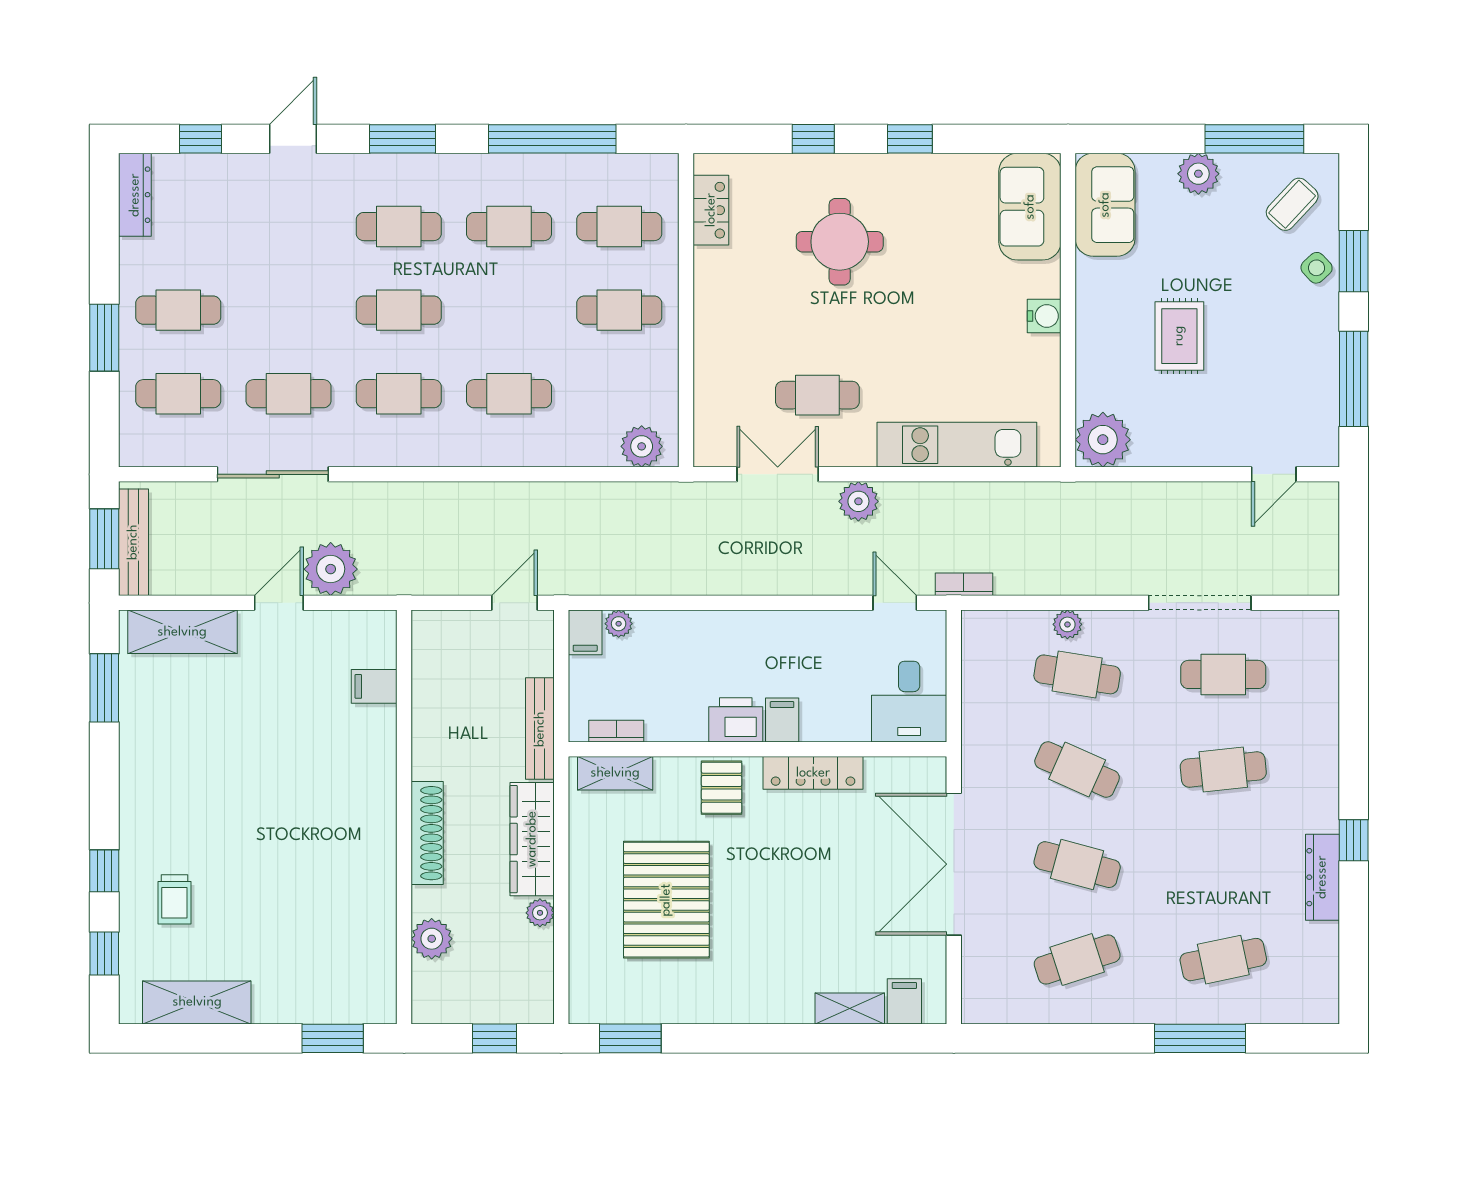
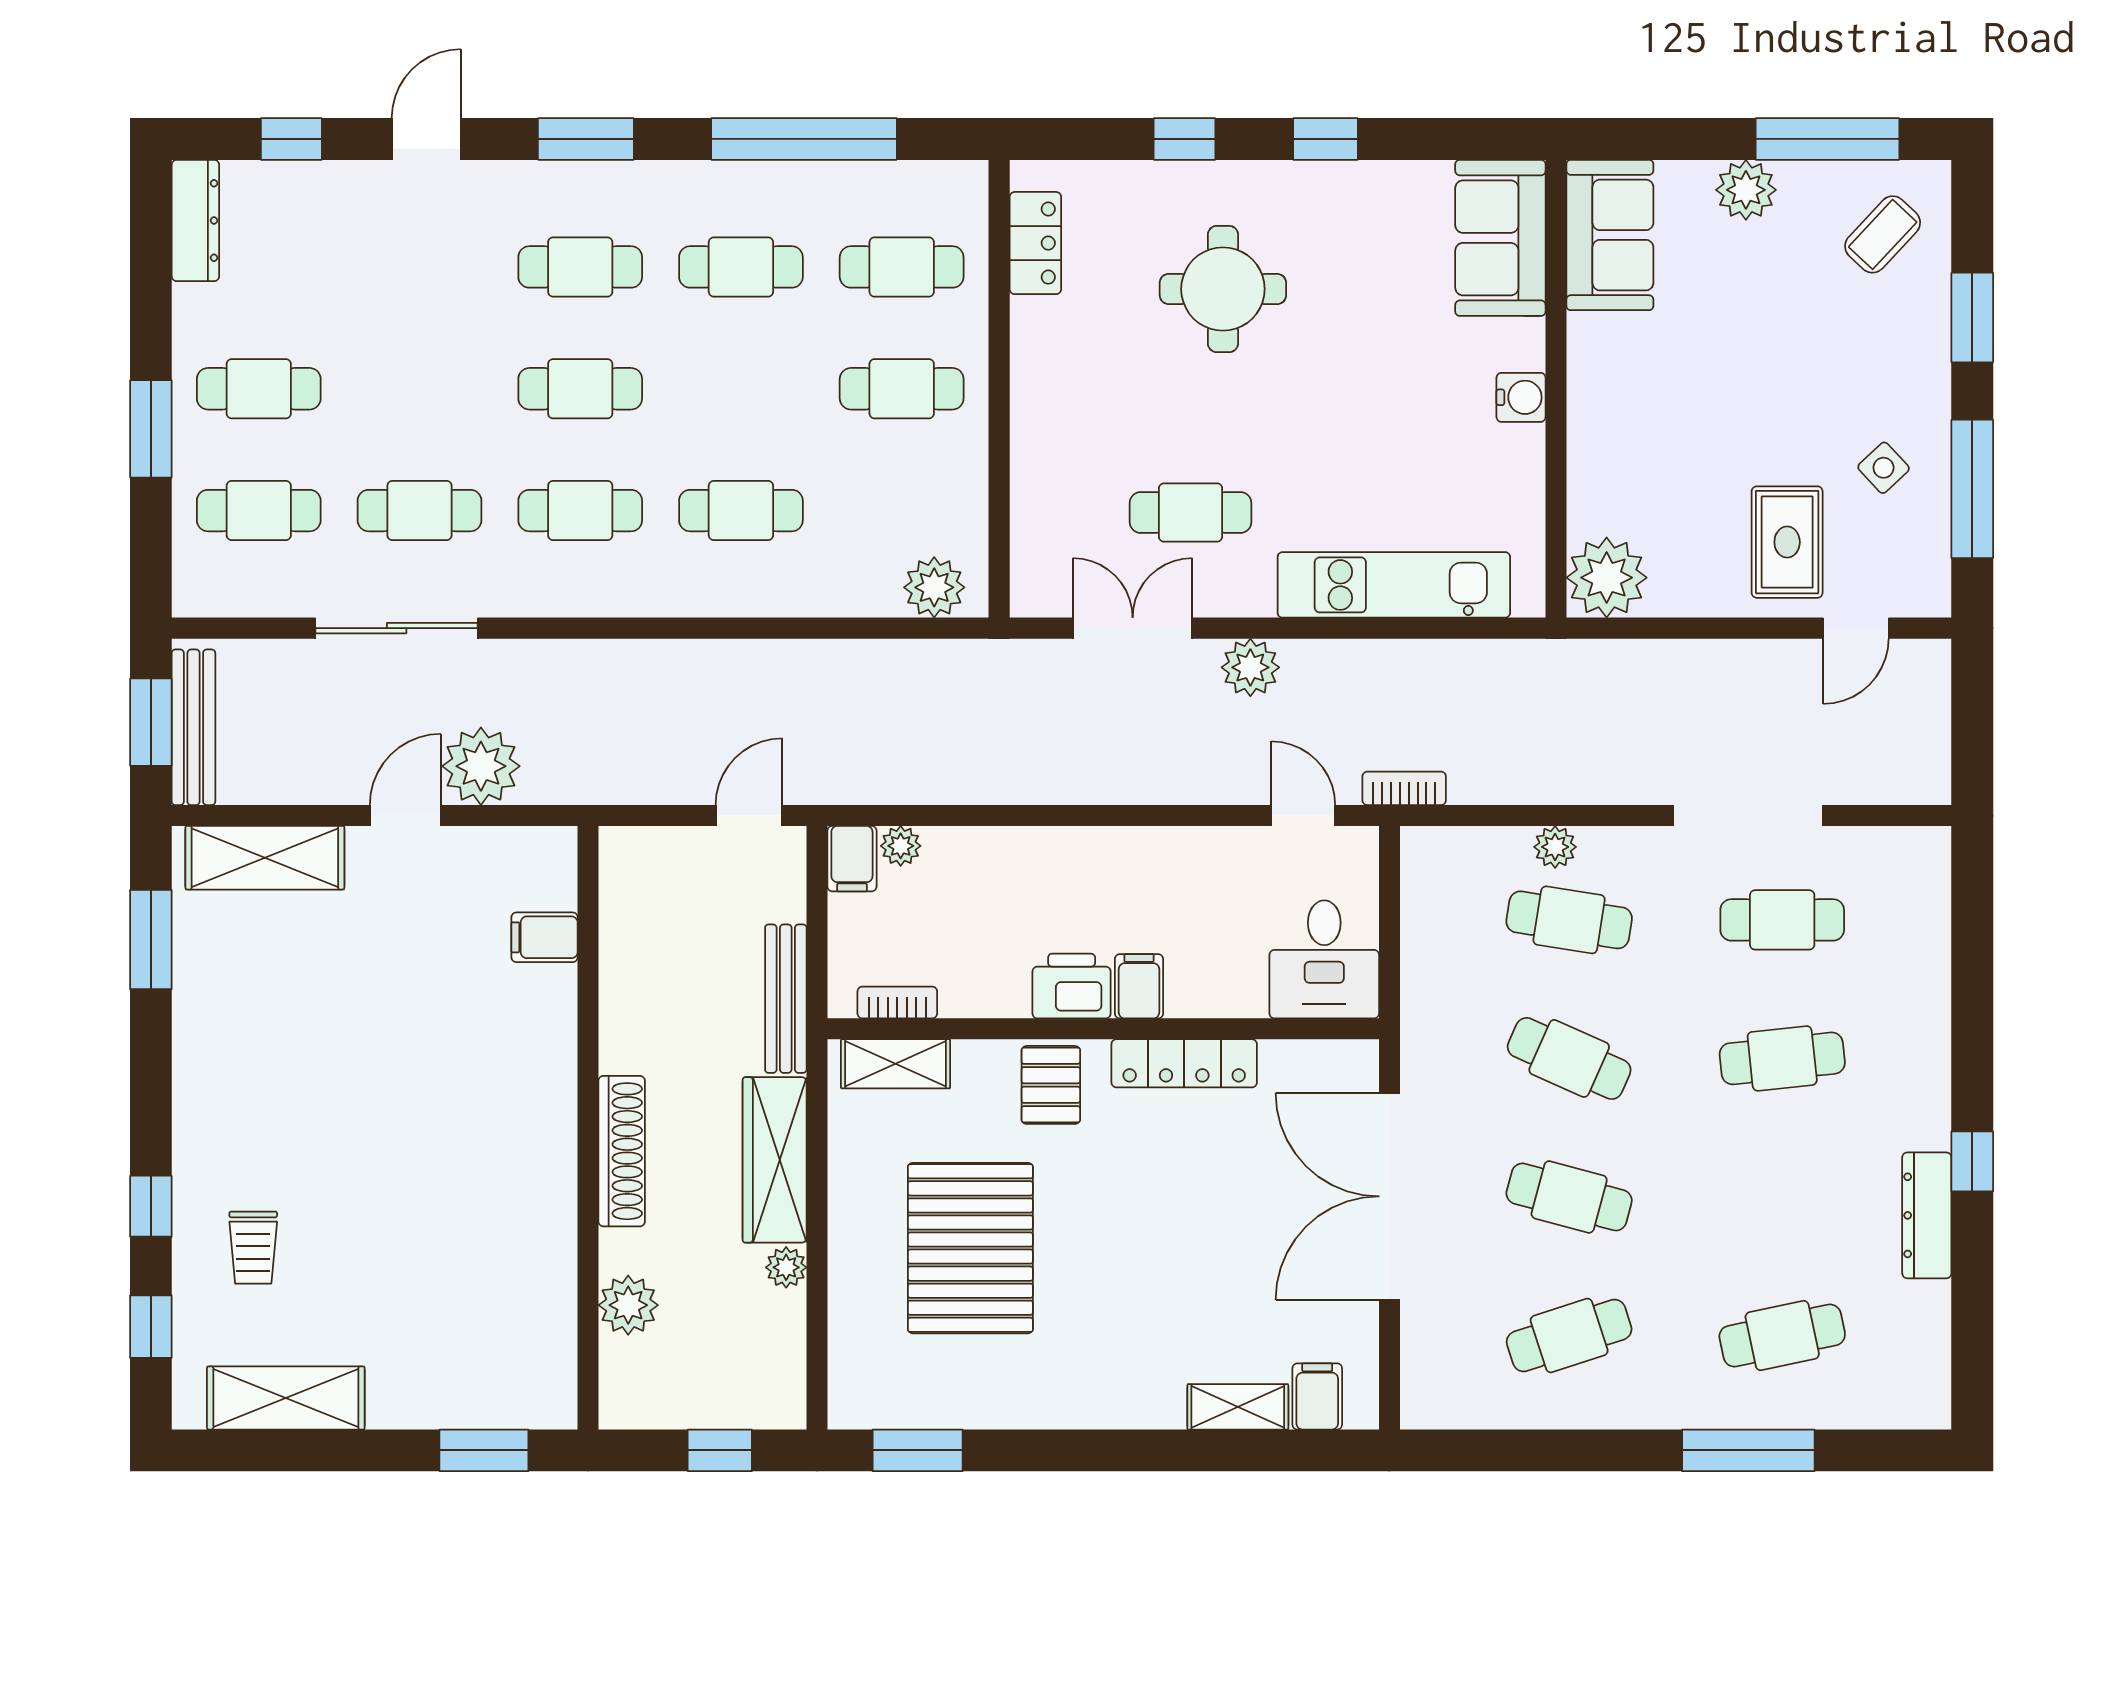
side table: (1317, 268) -> (1884, 468), moved
rug: (1179, 336) -> (1787, 542), moved

